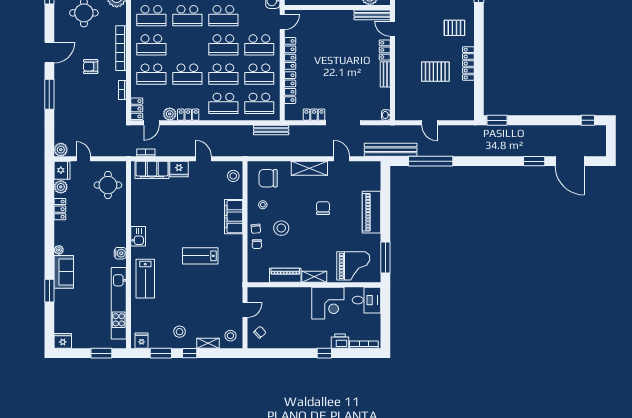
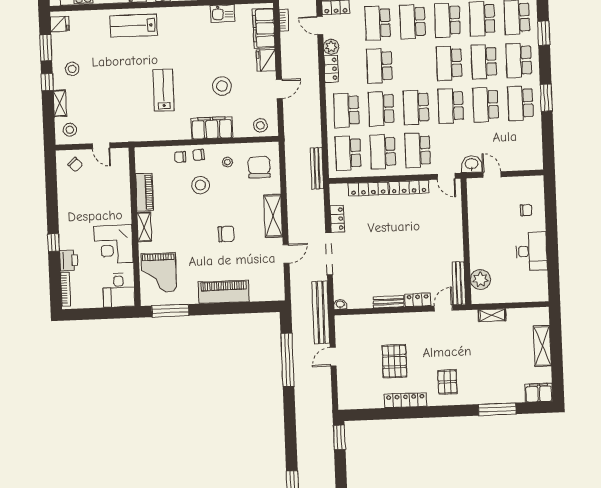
bench: (391, 150) -> (321, 312), moved
stool: (199, 207) -> (222, 86), added
kitchen sink: (138, 236) -> (223, 13), moved

